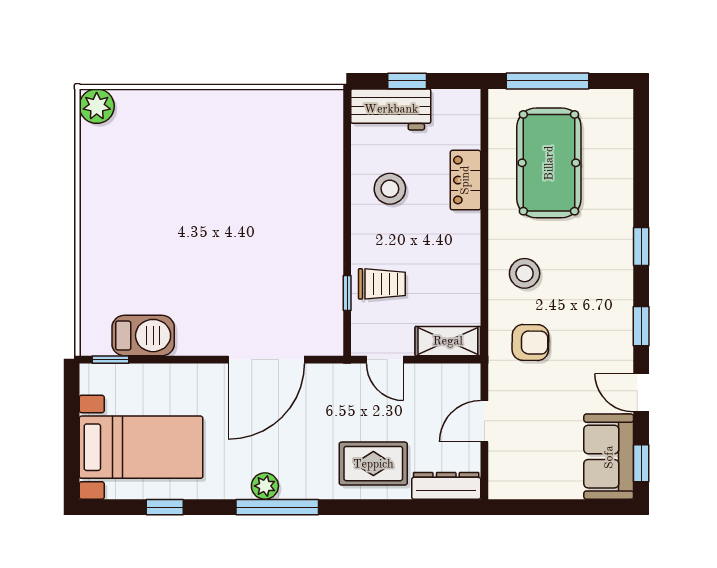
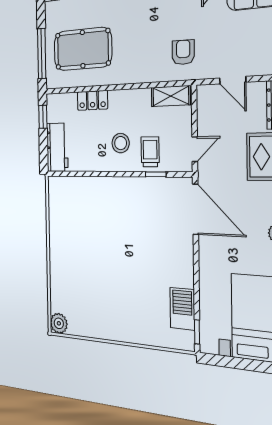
window: (407, 81) -> (43, 117), moved
stool: (390, 189) -> (121, 143), moved
stool: (525, 273) -> (143, 59), removed
shelving: (448, 341) -> (171, 96), moved, turned 90
door: (266, 360) -> (196, 209), moved

